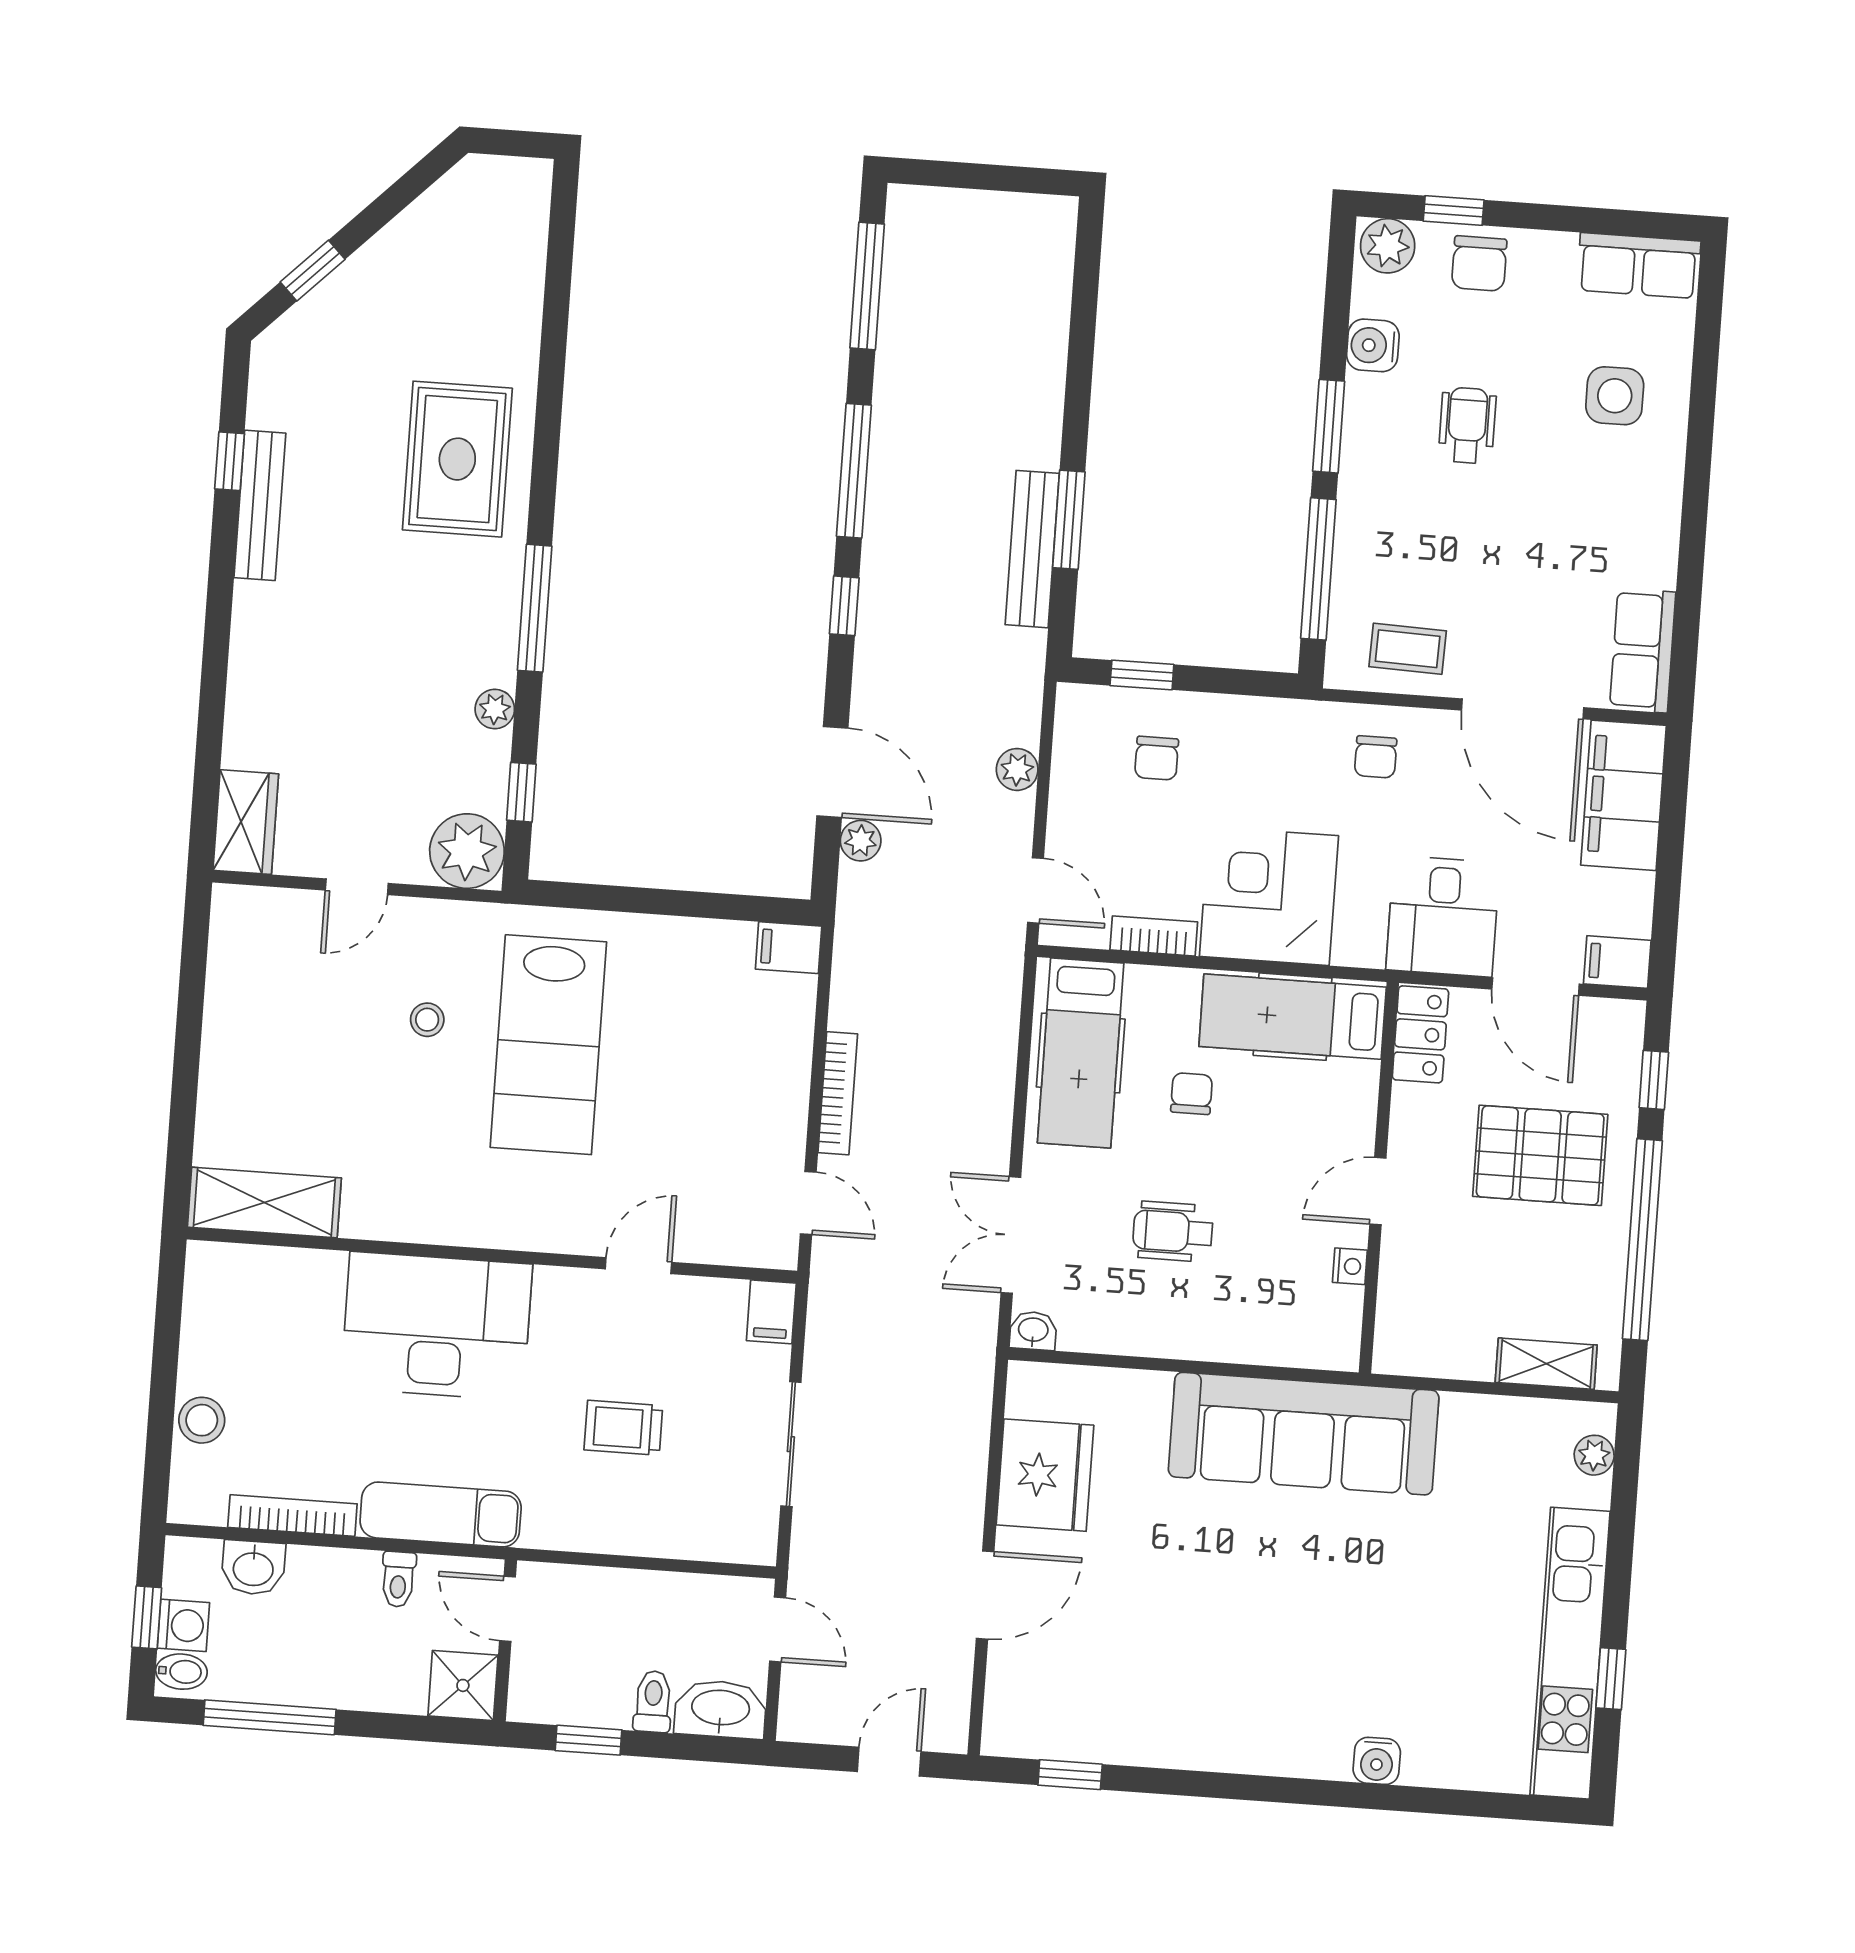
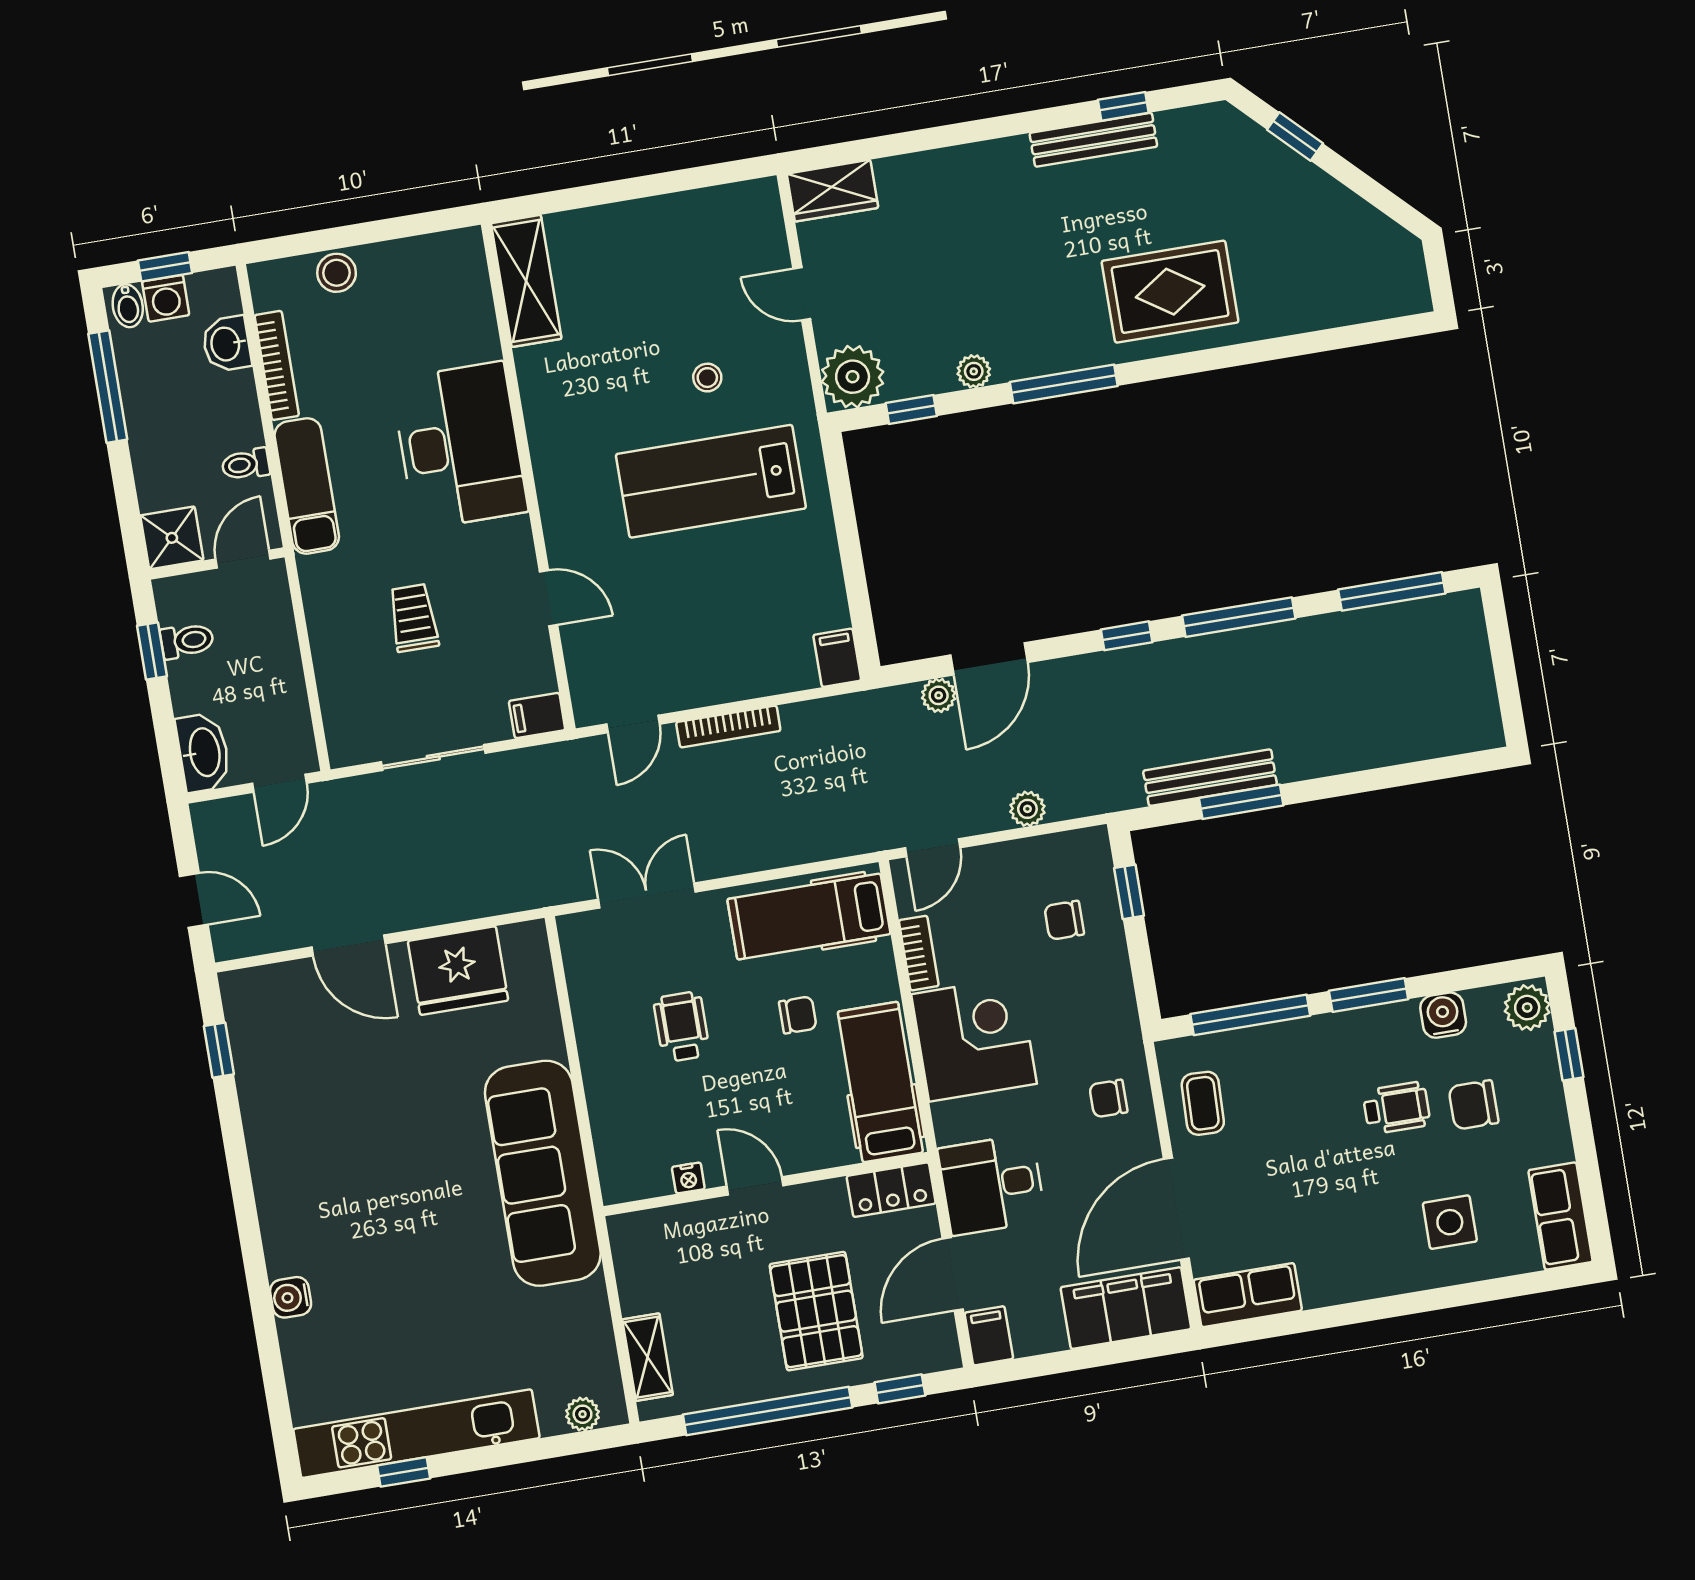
chair: (1479, 264) -> (1473, 1105), moved
washbasin: (1033, 1331) -> (573, 933), removed
toilet: (653, 1702) -> (187, 641), moved

